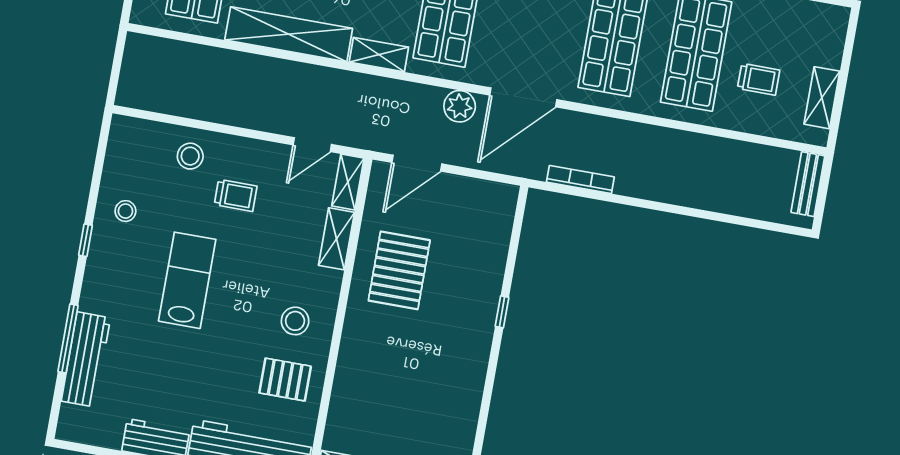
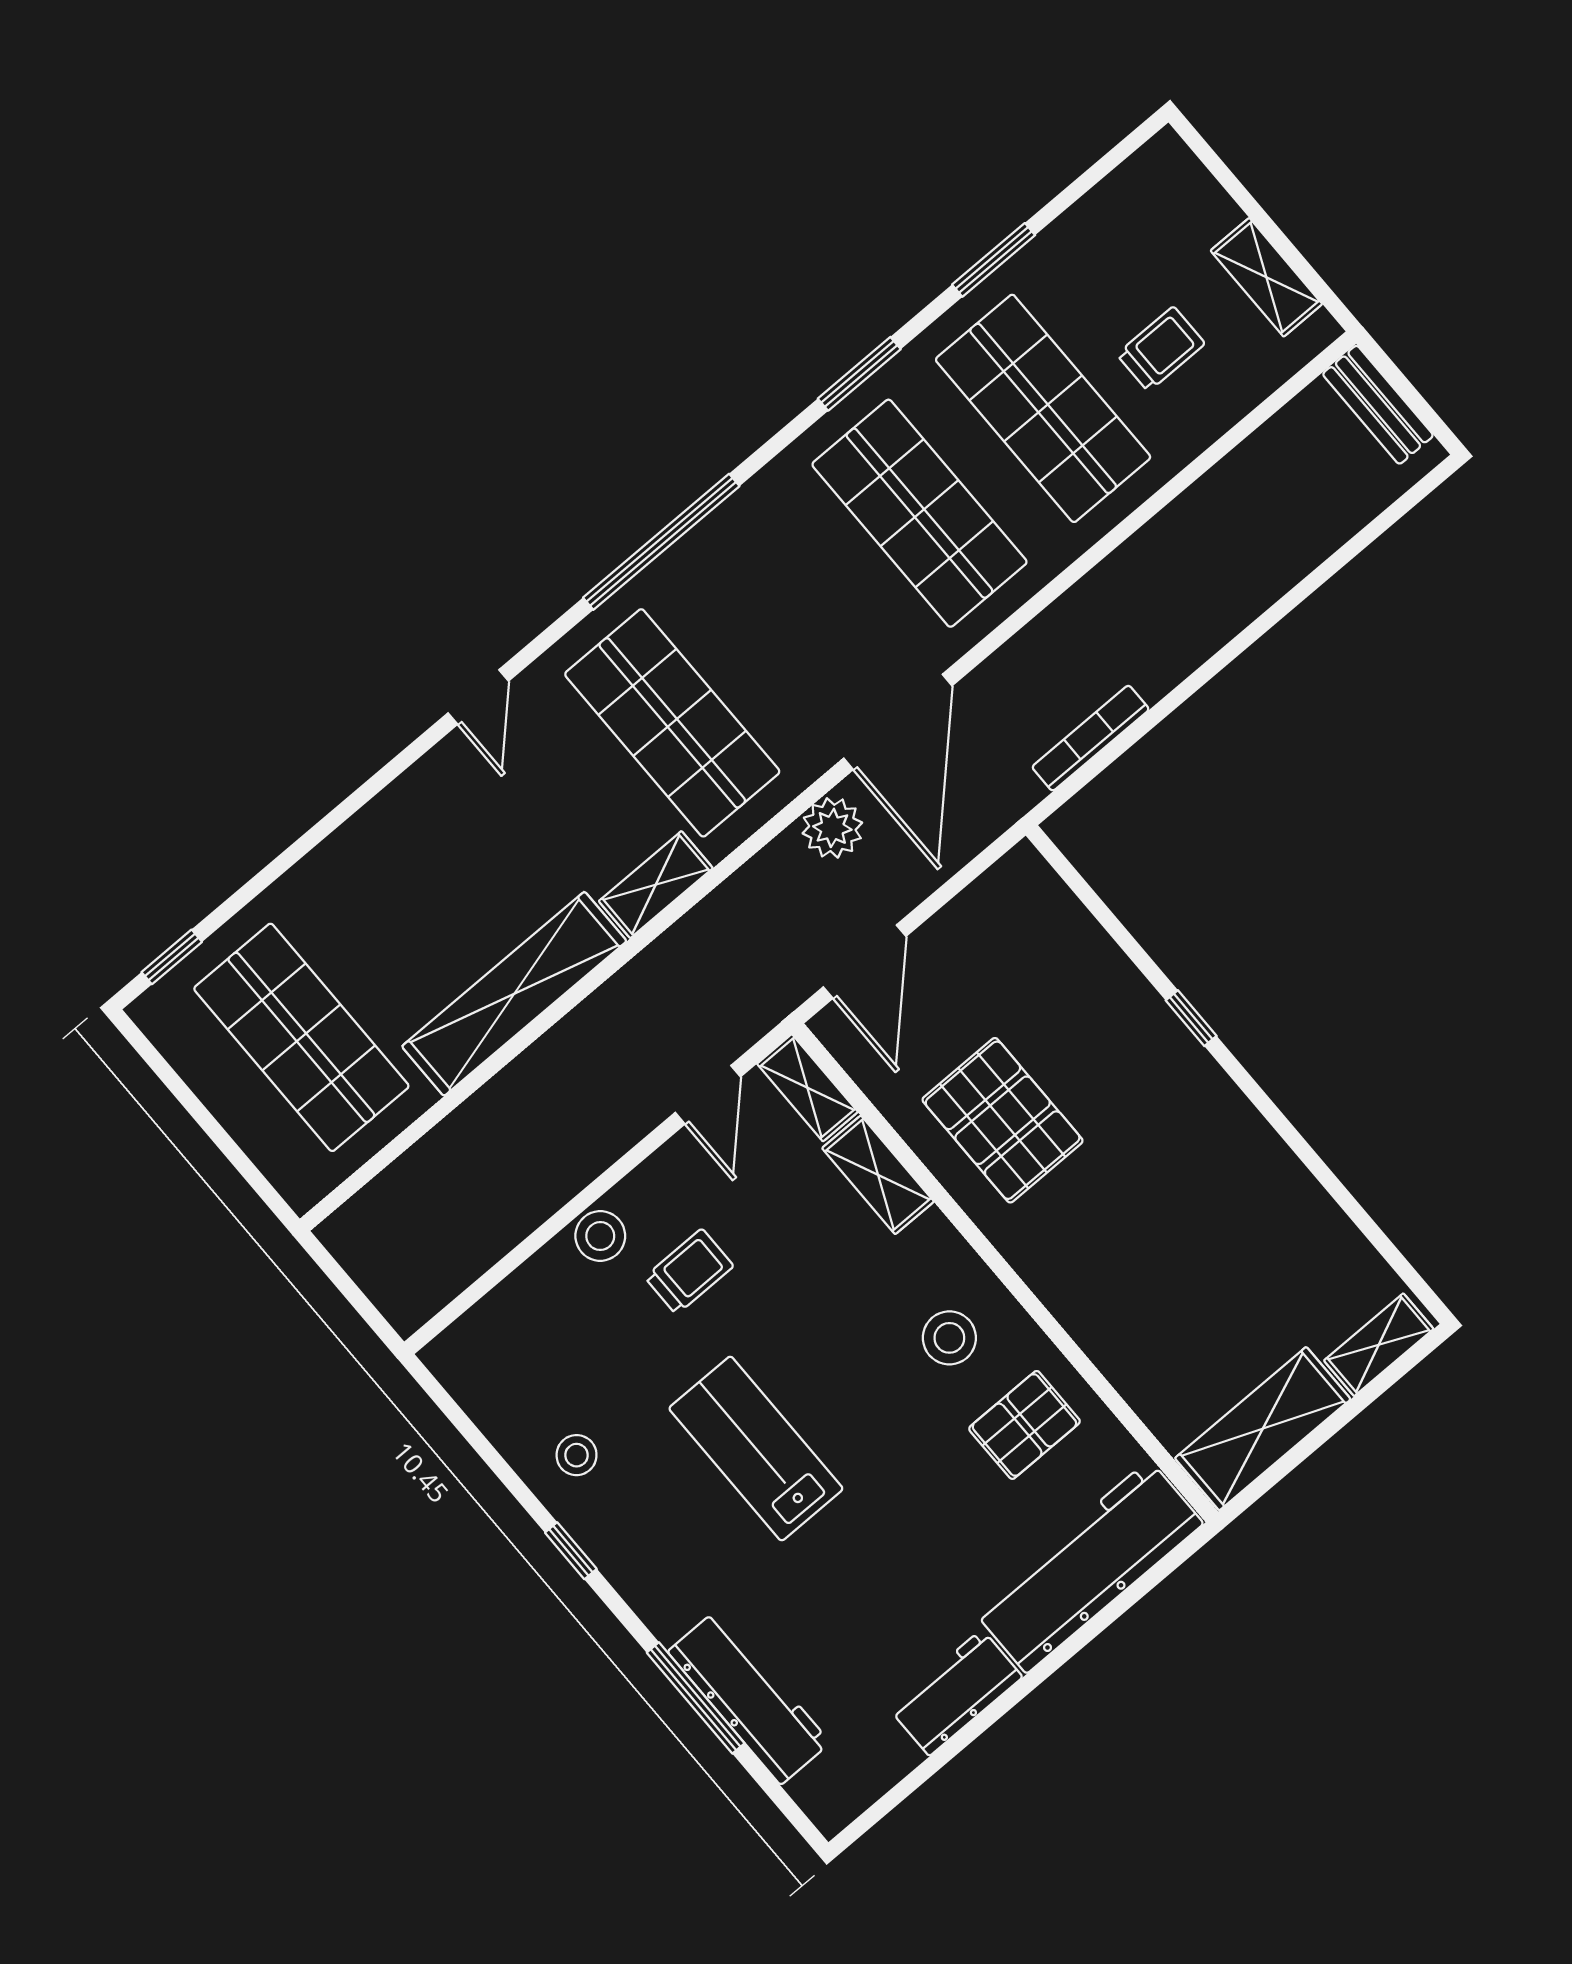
stool: (190, 156) -> (600, 1236), moved

